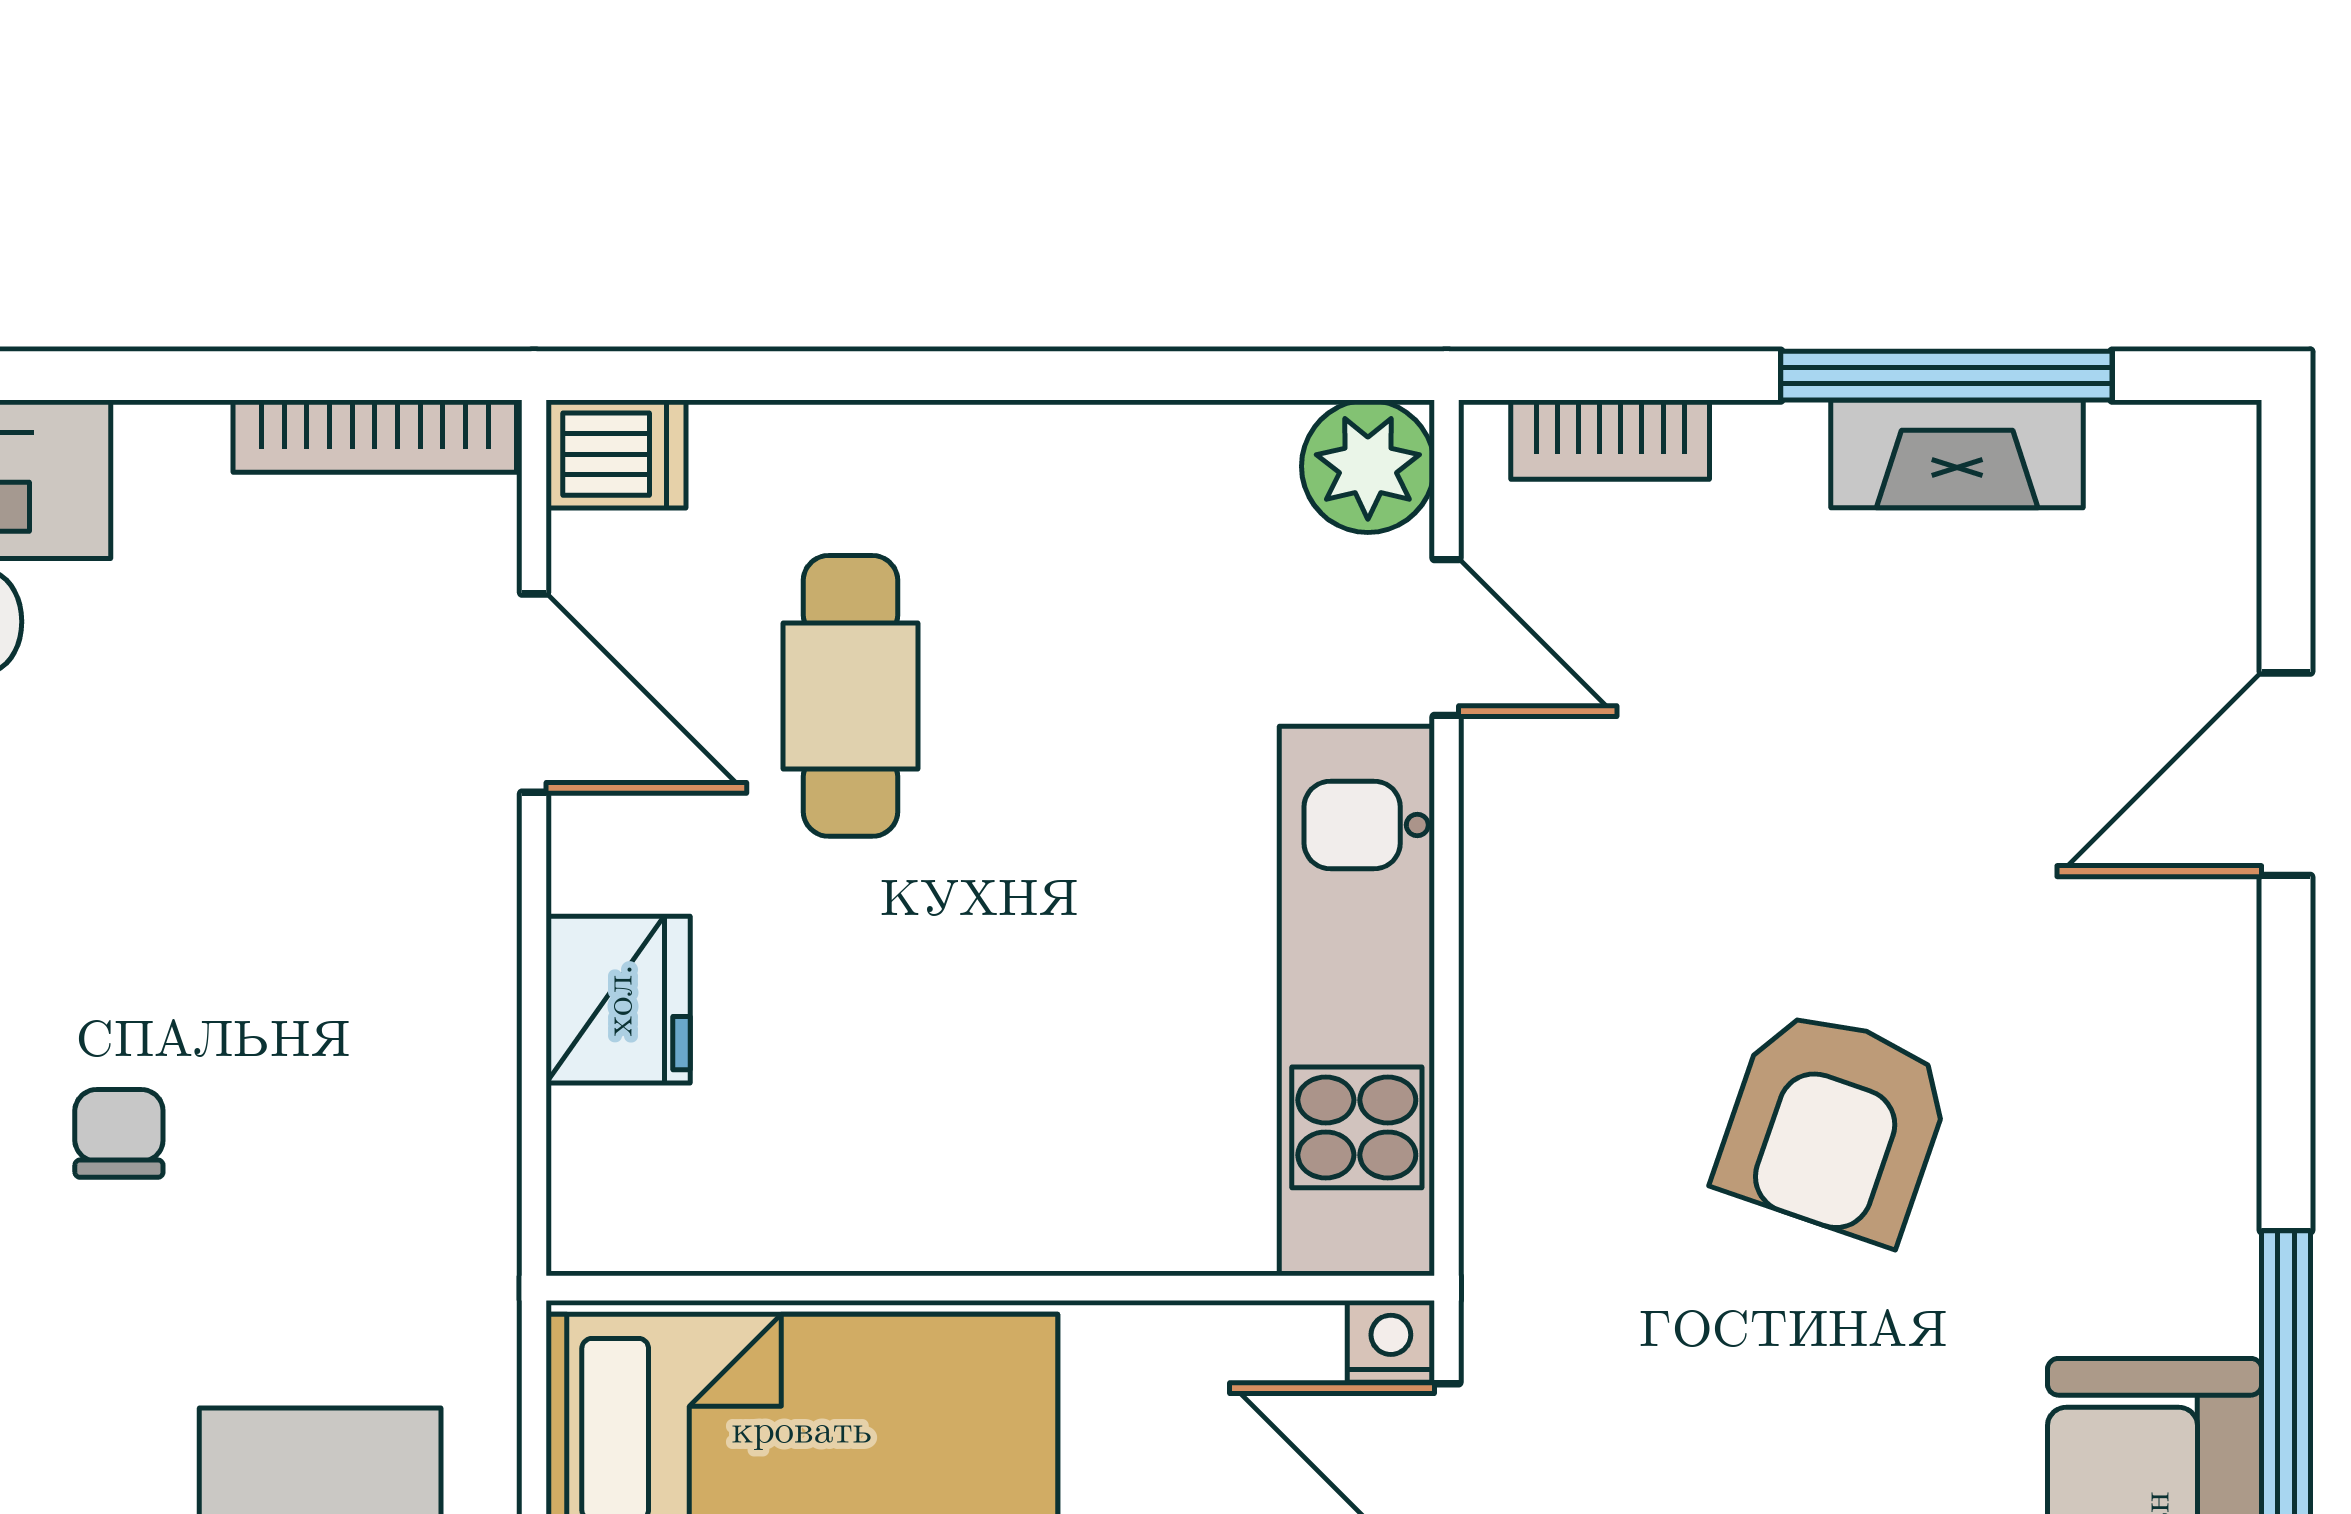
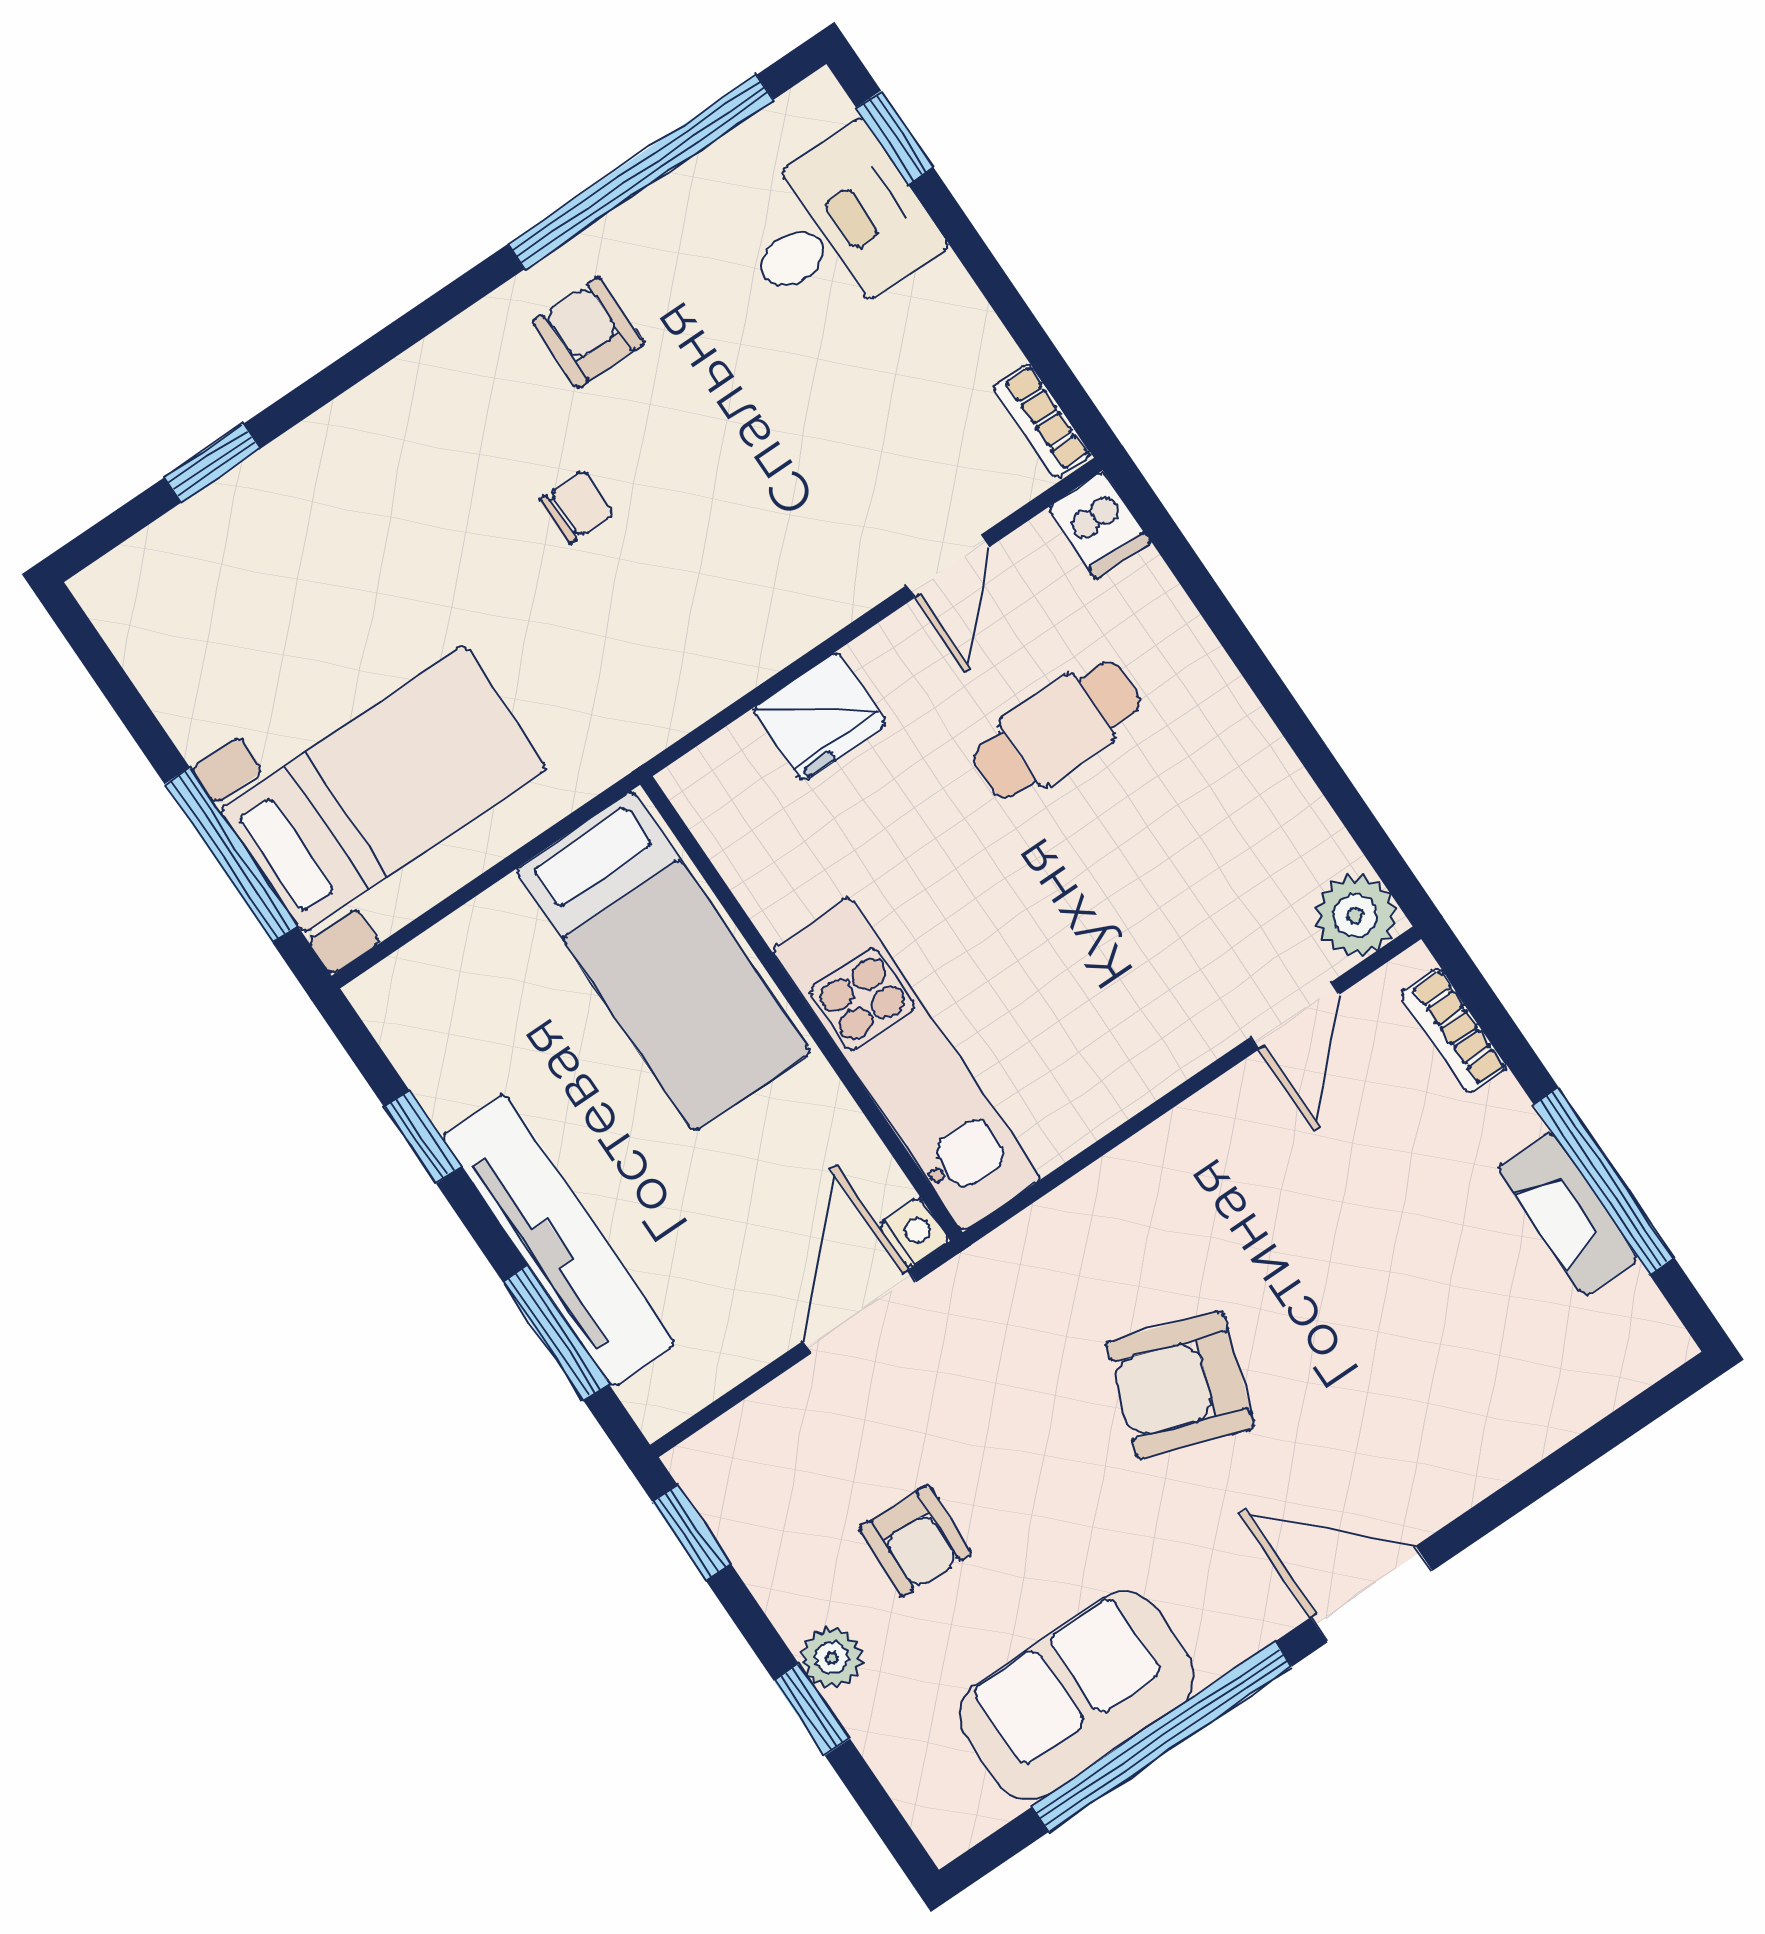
bookcase: (375, 436) -> (1042, 421), width x0.64
door: (534, 693) -> (948, 566), width x0.73
door: (2286, 774) -> (1371, 1594), moved
kitchen unit: (1357, 1001) -> (906, 1064), moved, turned 90

